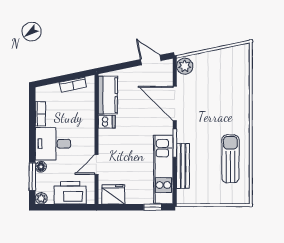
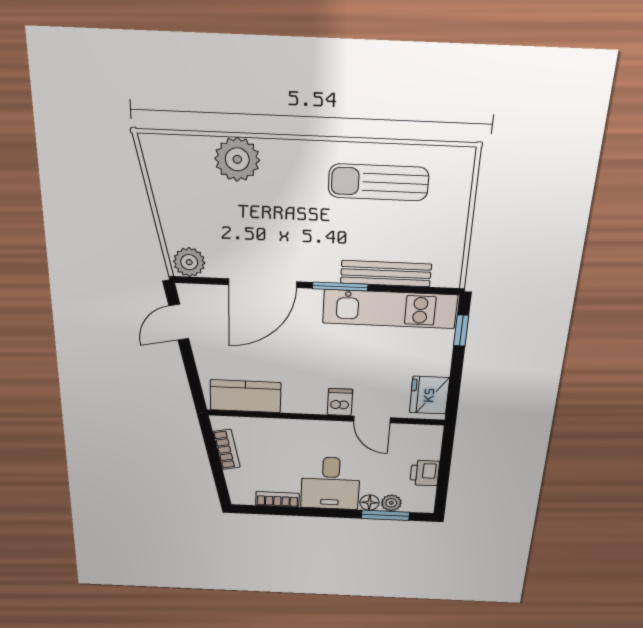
plant: (239, 90) -> (237, 159), added
dishwasher: (107, 122) -> (340, 402), moved
printer: (70, 193) -> (425, 473), width x0.53, depth x0.68
plant: (41, 198) -> (391, 503), moved

